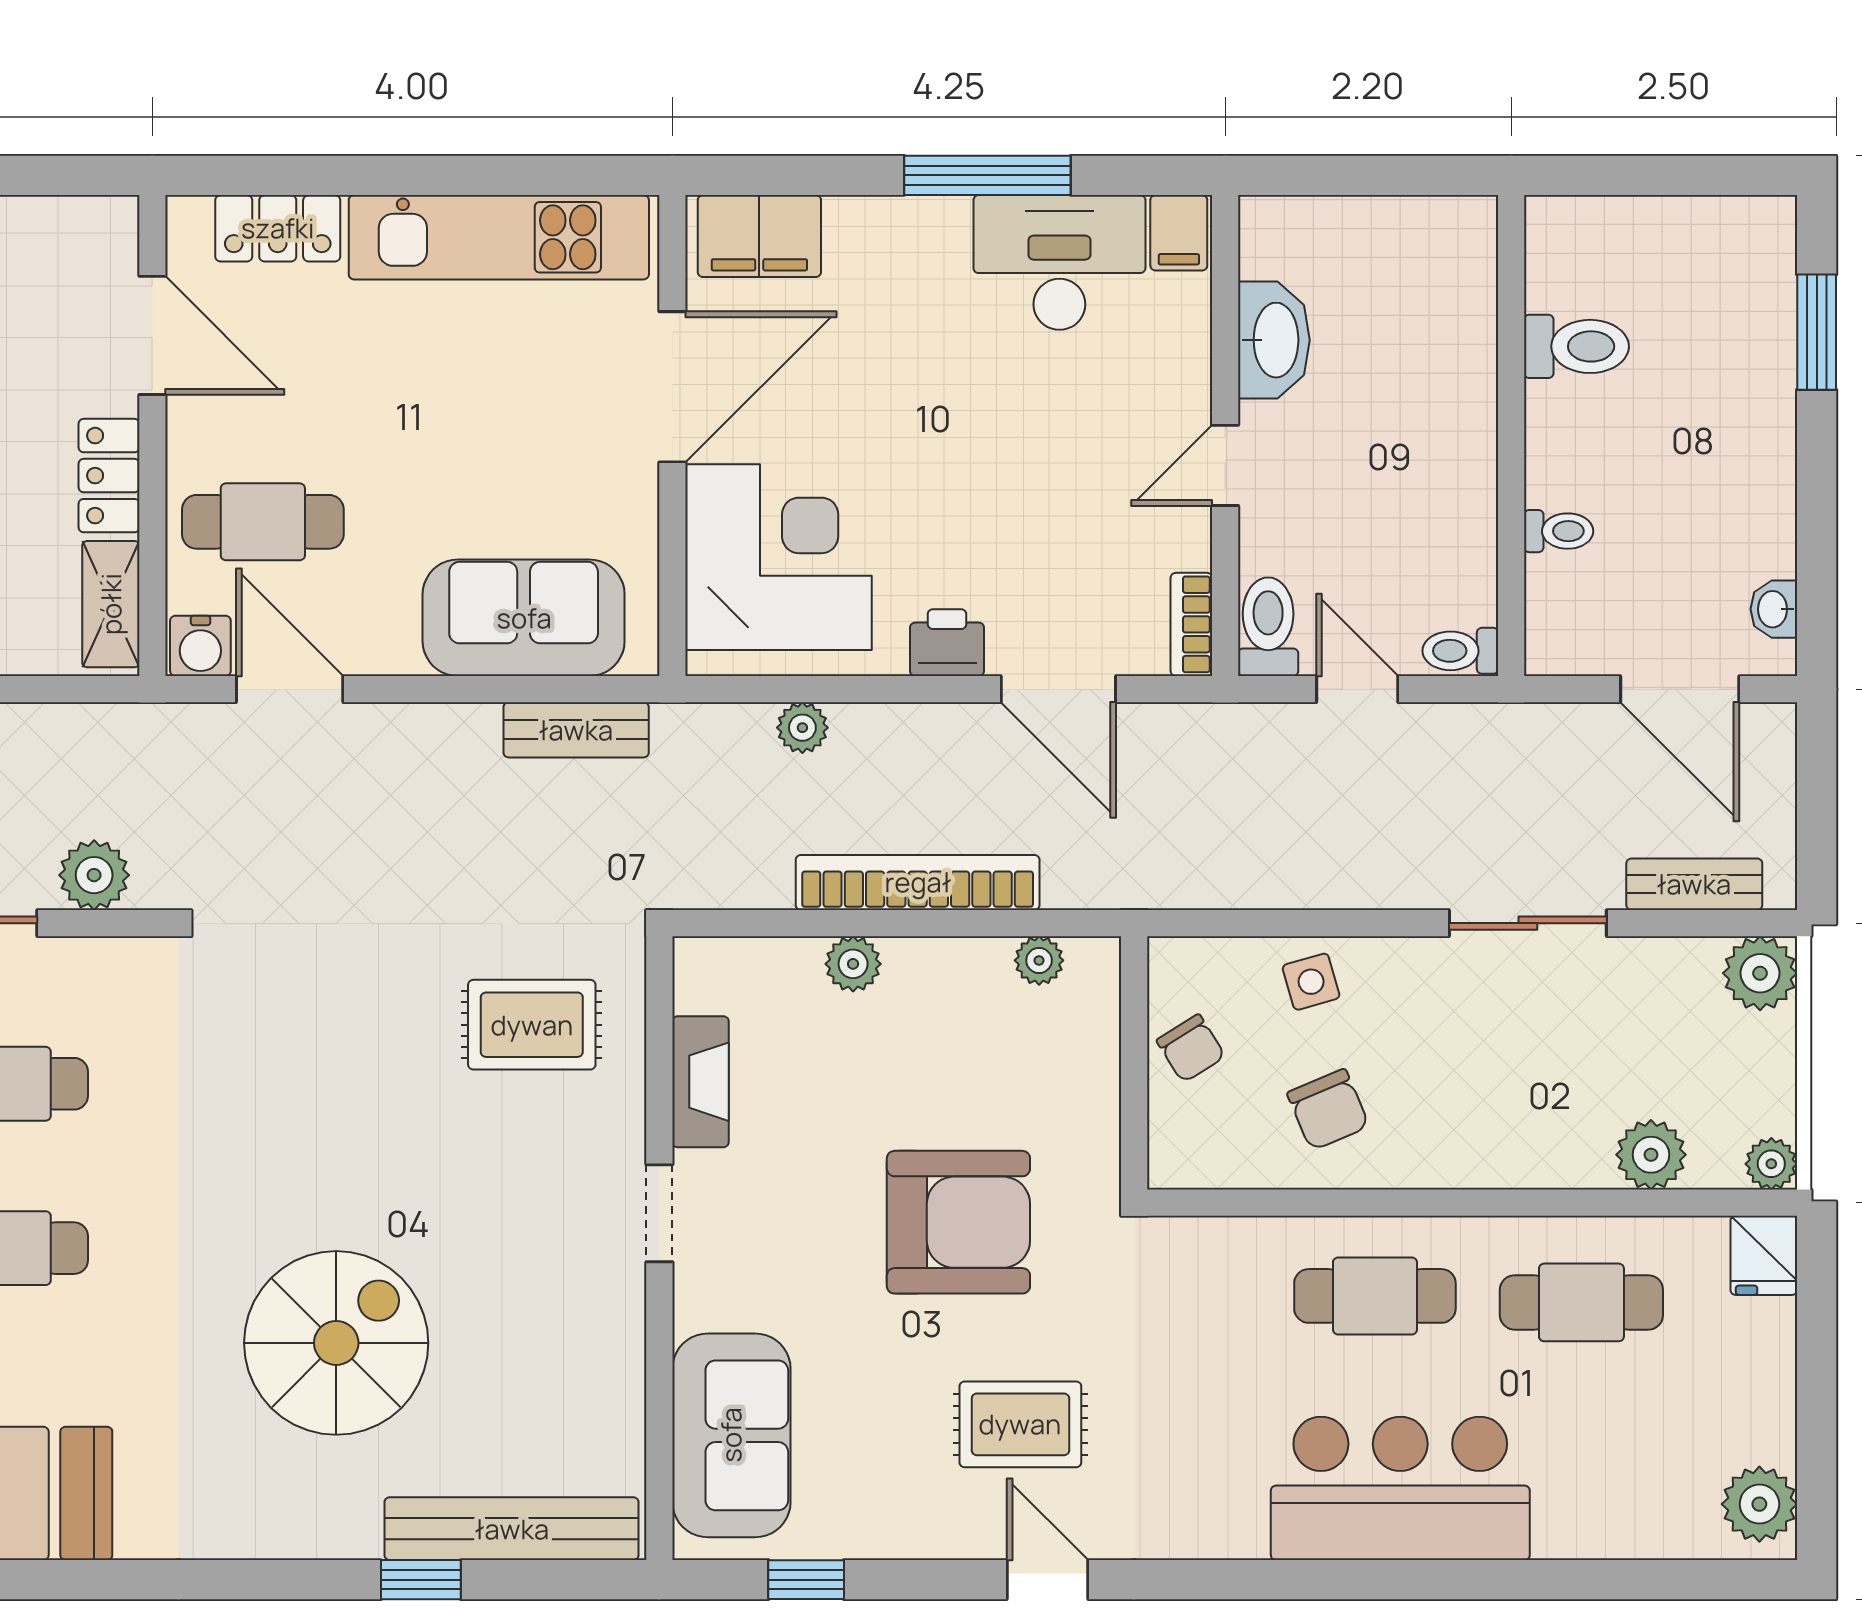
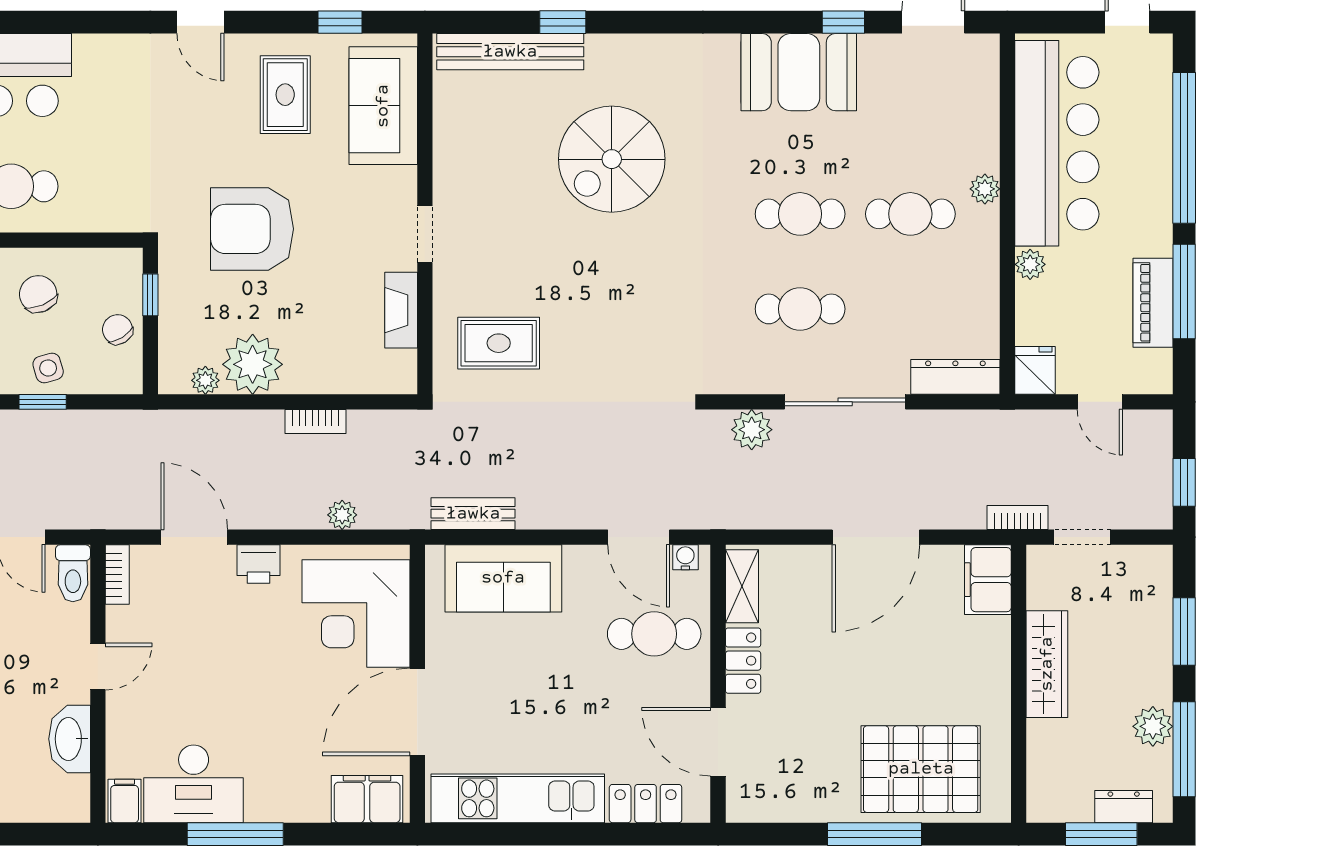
water cooler: (200, 646) -> (685, 557), width x0.72, depth x0.72
bookcase: (918, 882) -> (316, 422), width x0.43, depth x0.76
window: (1320, 923) -> (43, 402), added
plant: (853, 964) -> (253, 364), moved, width x1.87, depth x1.87
window: (1134, 1108) -> (150, 295), added
rug: (1020, 1424) -> (285, 95), moved, turned 90

